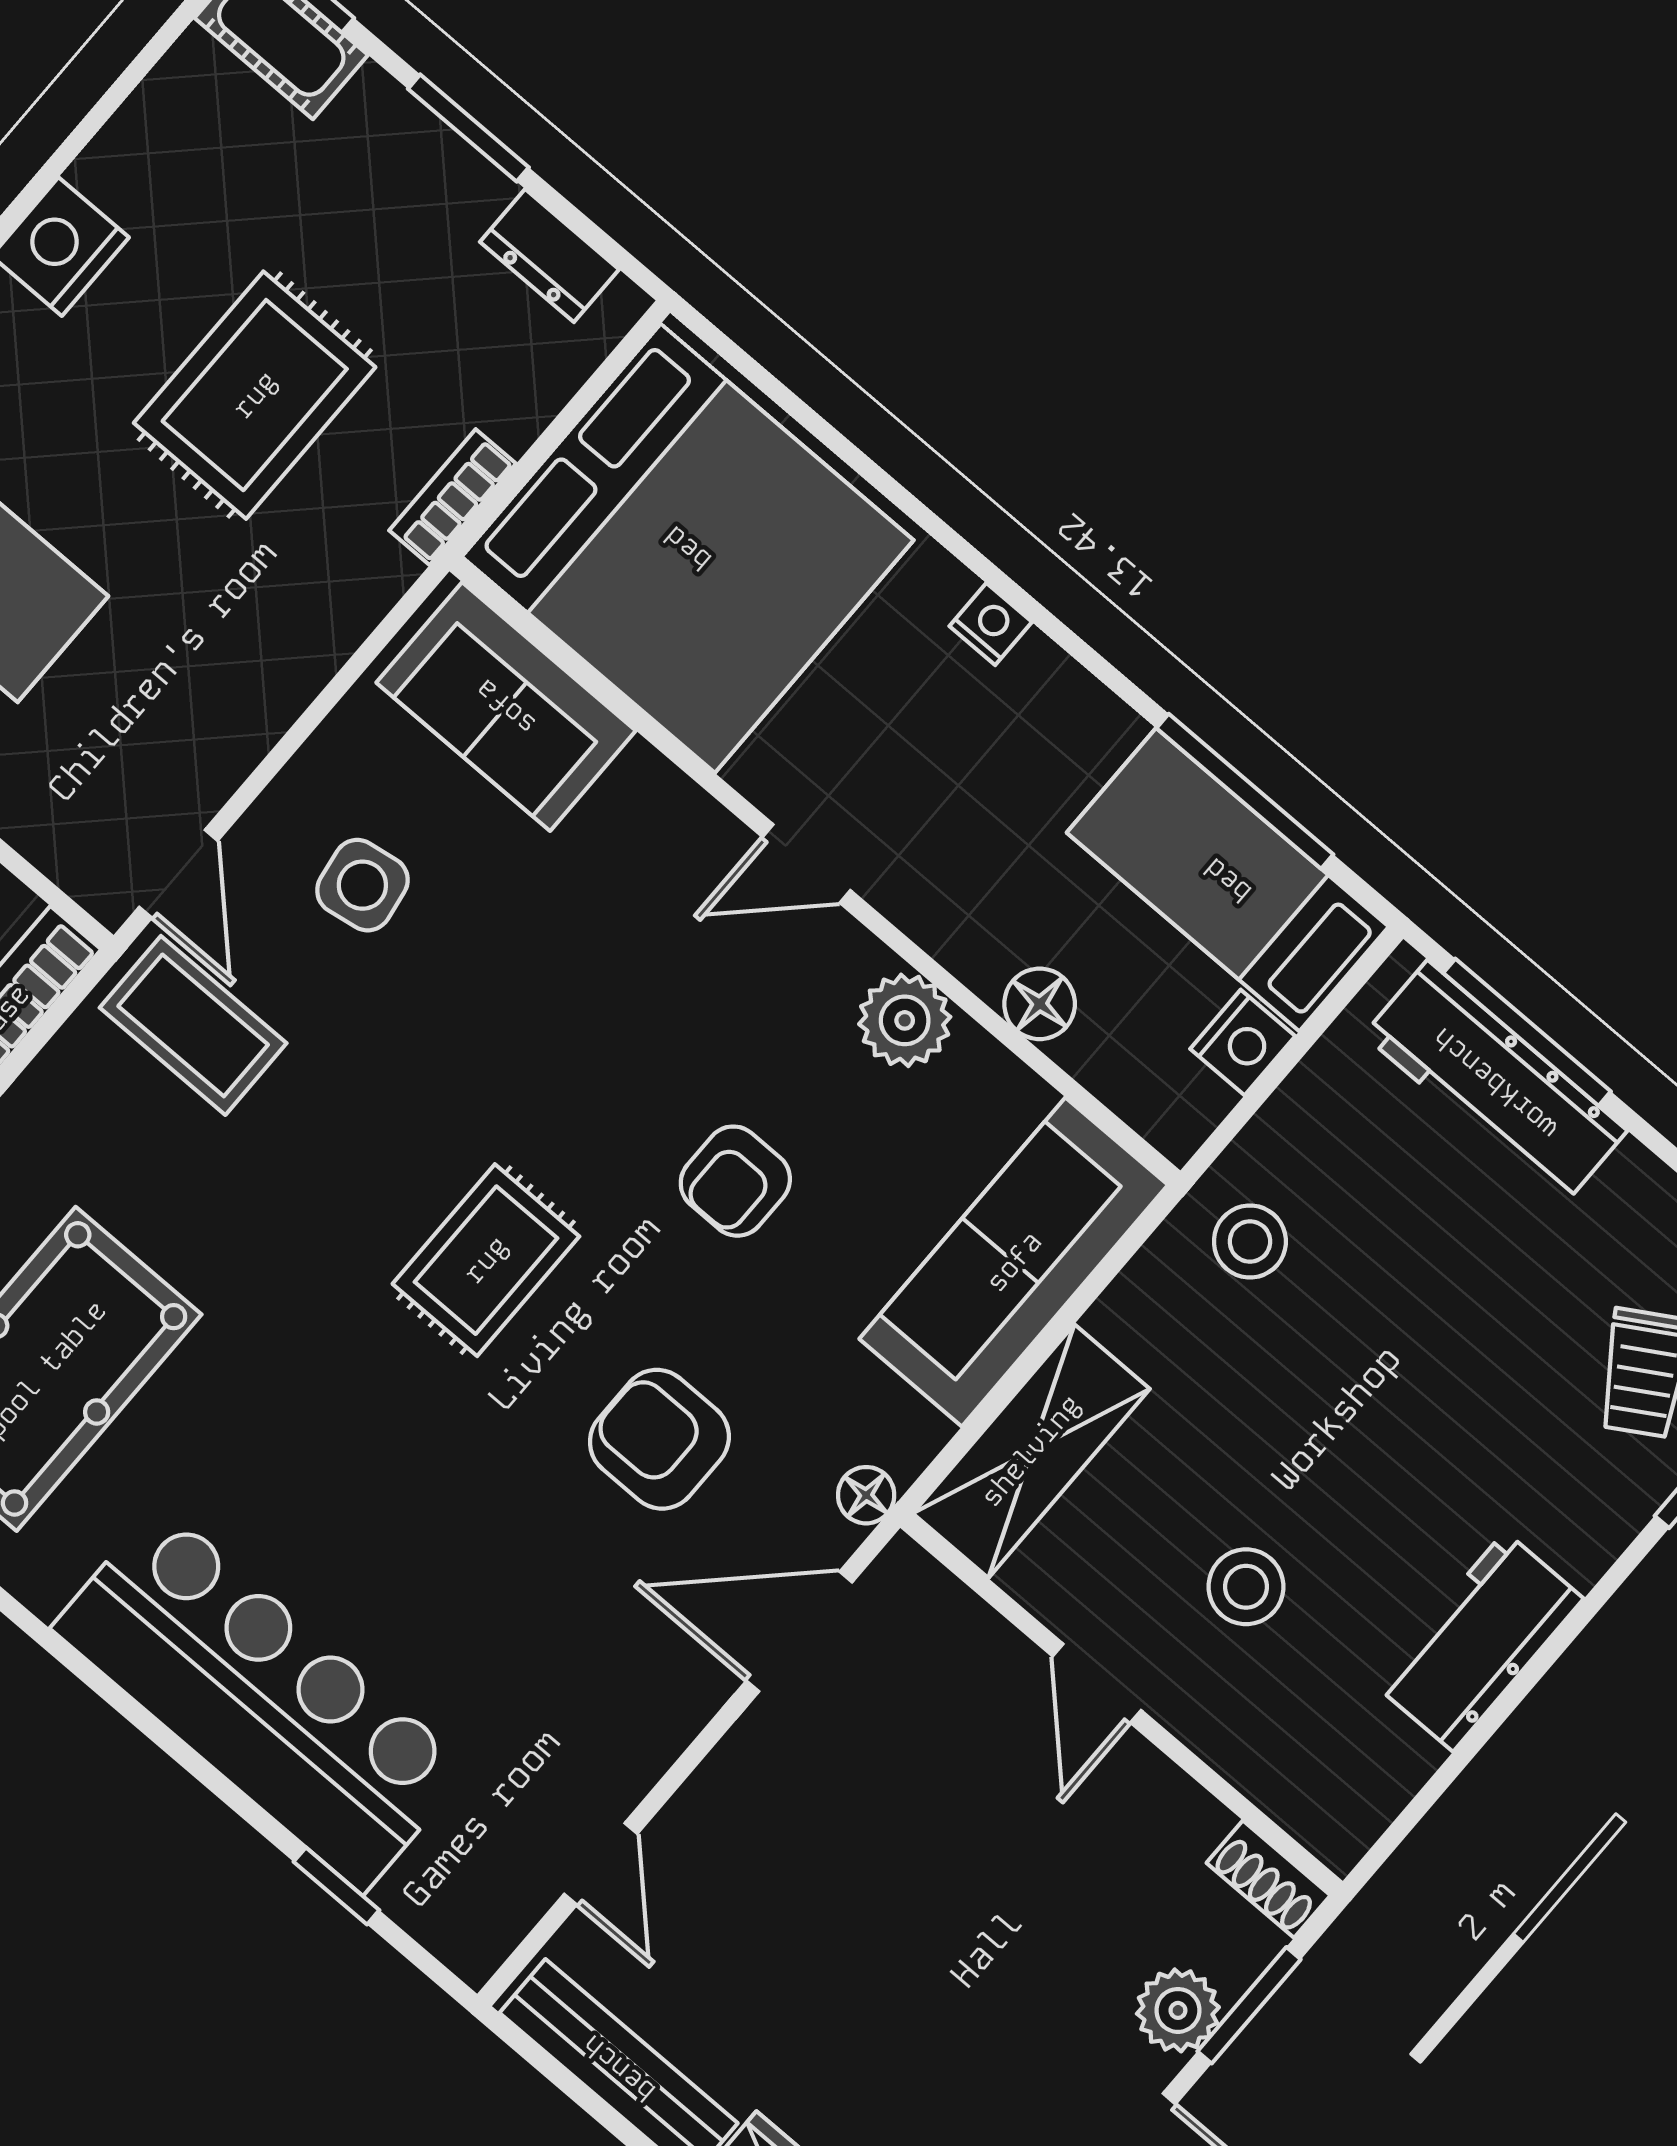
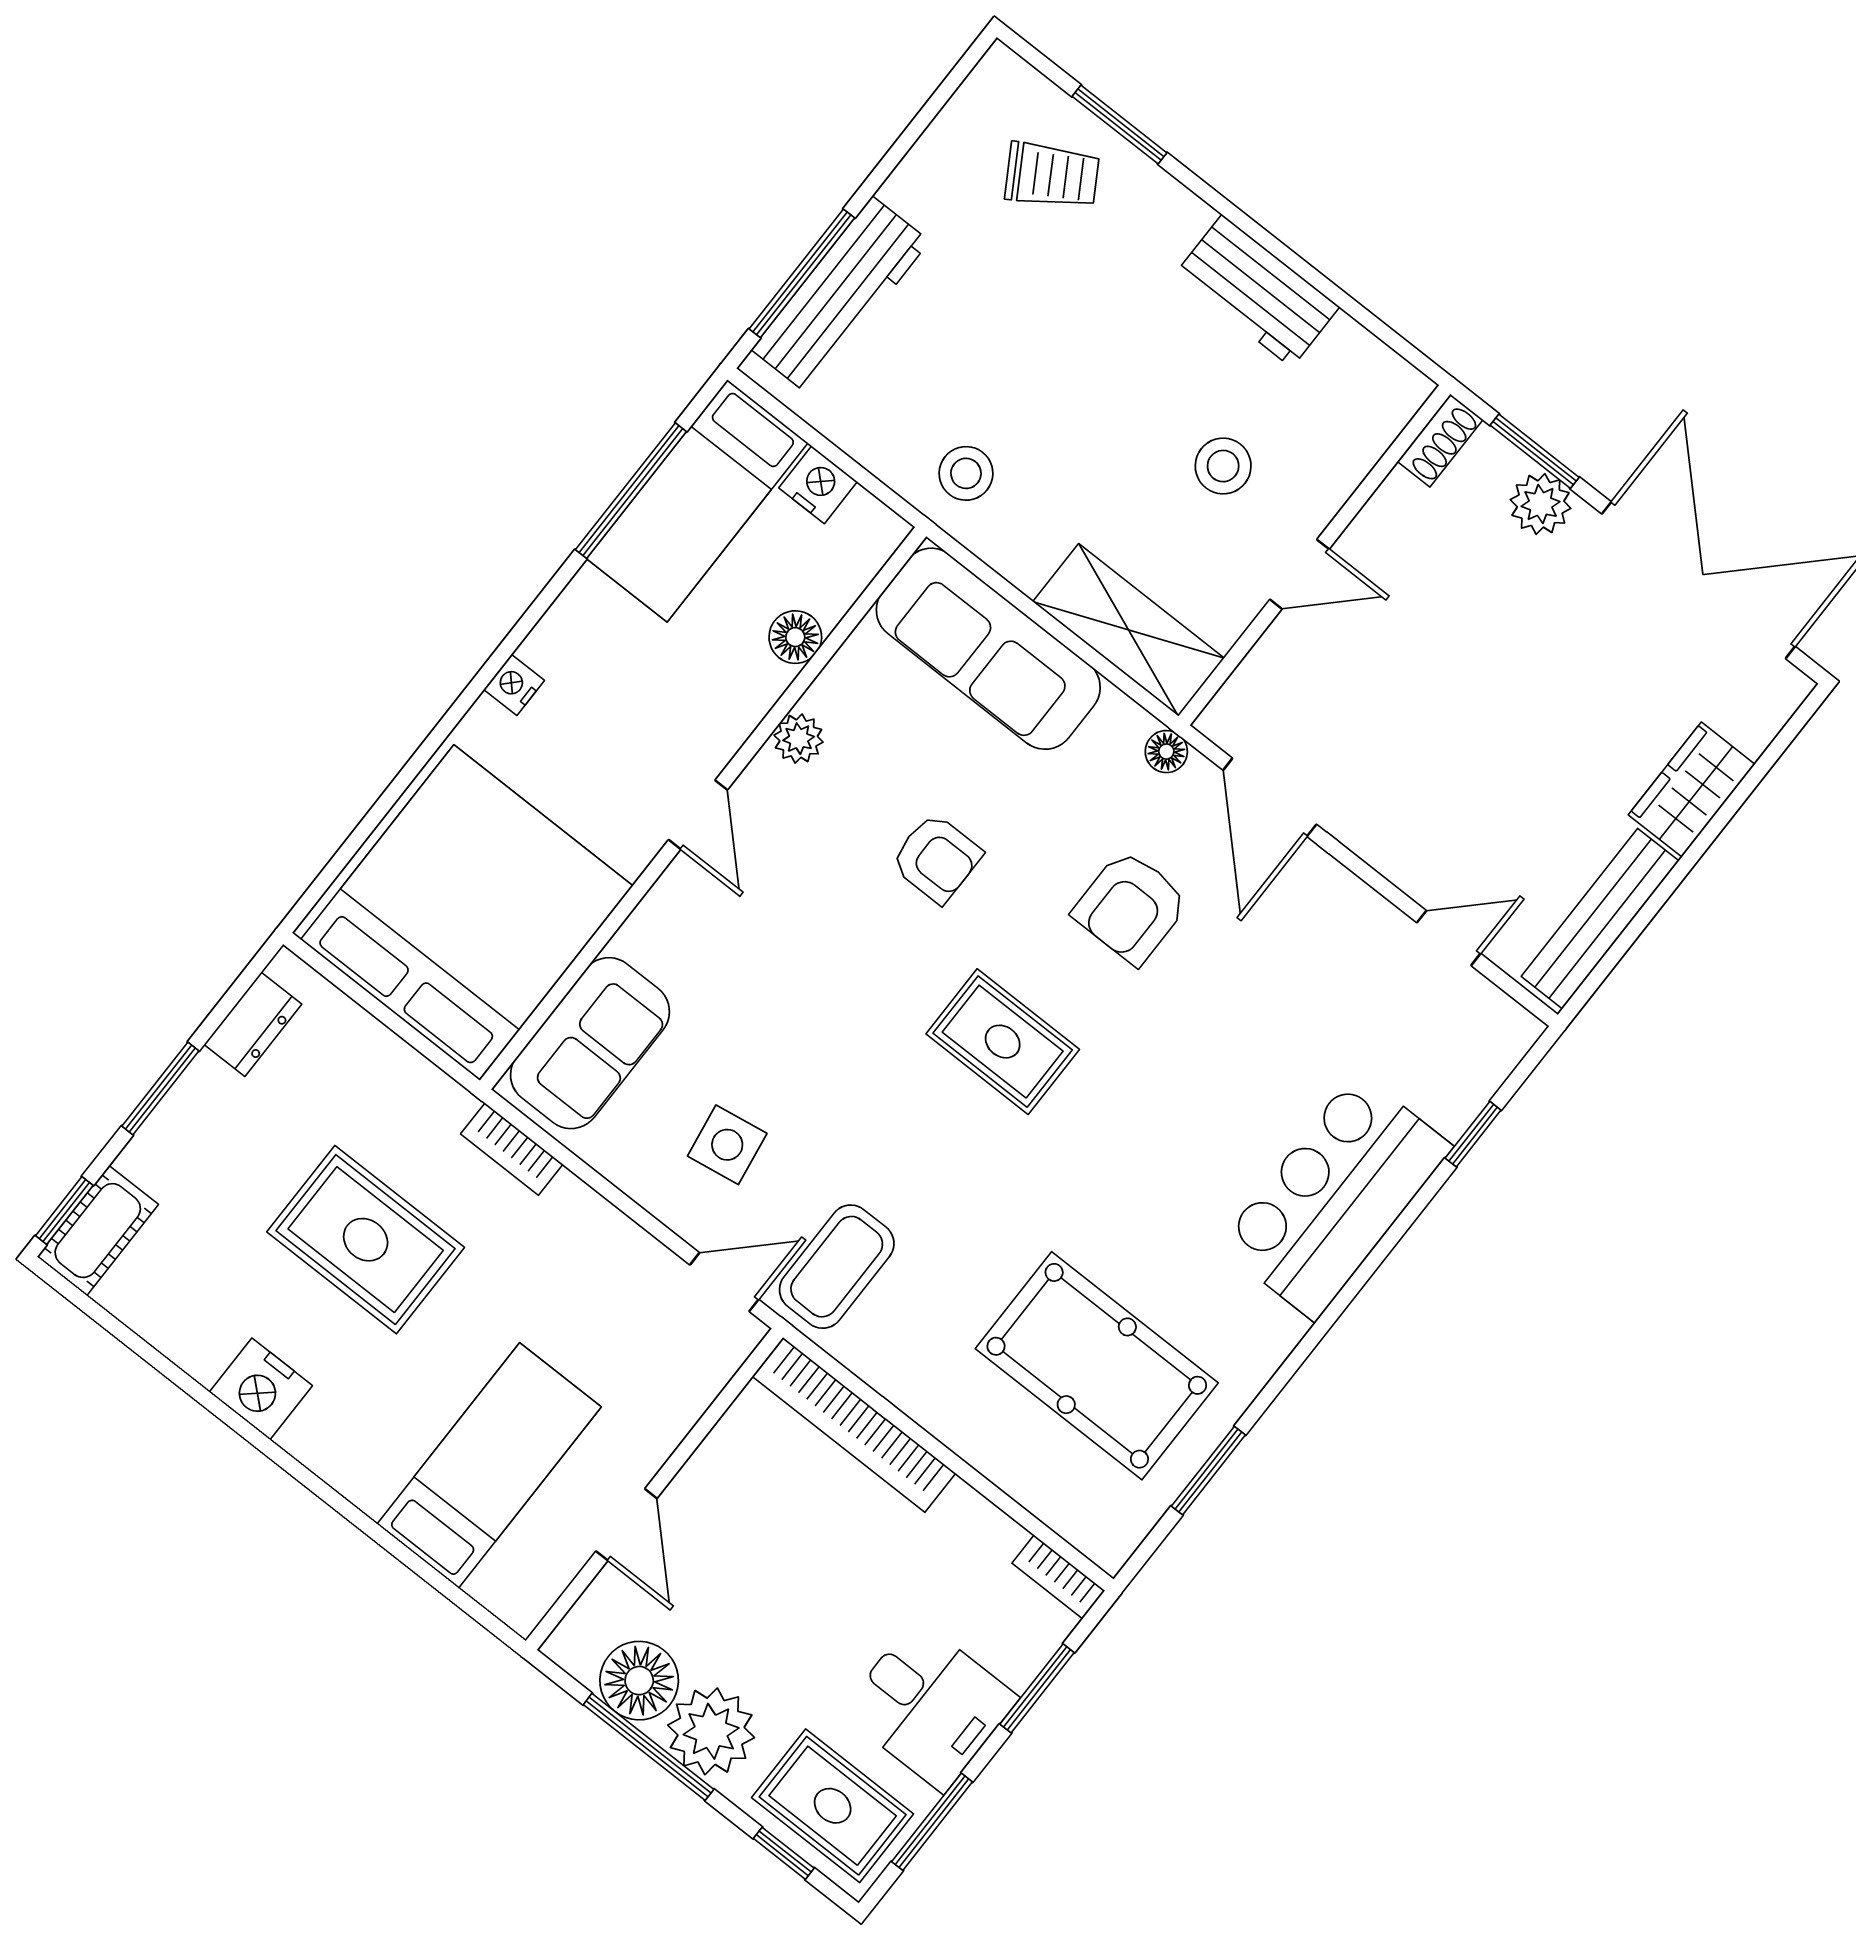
bookcase: (453, 497) -> (512, 1149), moved
plant: (905, 1020) -> (799, 739), width x0.73, depth x0.73
bar counter: (261, 1698) -> (1336, 1196), width x0.73

